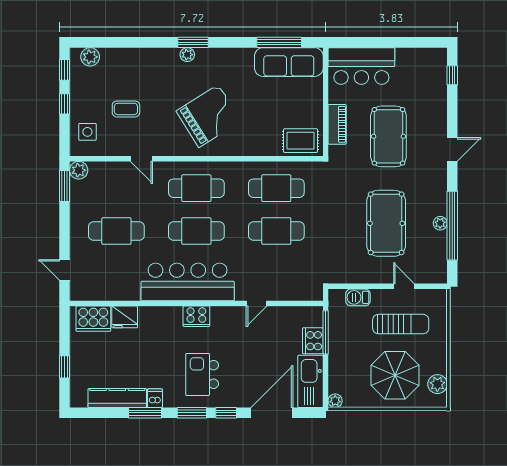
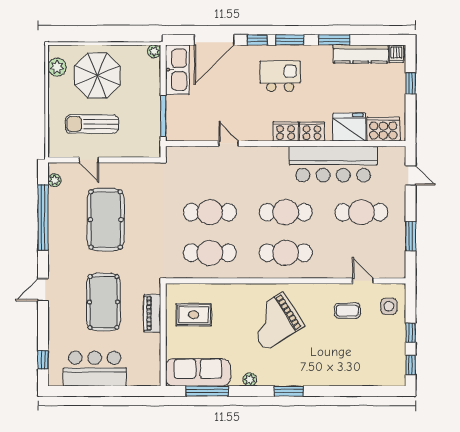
plant: (187, 55) -> (250, 379), moved
plant: (90, 57) -> (386, 377), removed
bar counter: (361, 66) -> (95, 369), moved
coffee table: (126, 109) -> (347, 311), moved
rug: (301, 141) -> (194, 315), moved
door: (141, 159) -> (363, 281), moved
plant: (79, 170) -> (397, 270), removed
window: (65, 186) -> (411, 236), moved
plant: (440, 223) -> (54, 180), moved
bar counter: (188, 282) -> (333, 164), moved
barbecue: (358, 297) -> (132, 149), removed
door: (257, 303) -> (229, 144), hinge flipped
fridge: (125, 317) -> (349, 127), width x1.36, depth x1.34
cooker: (313, 341) -> (312, 132), moved, turned -90
kitchen island: (202, 374) -> (280, 76), turned -90
dishwasher: (155, 398) -> (396, 54), moved

